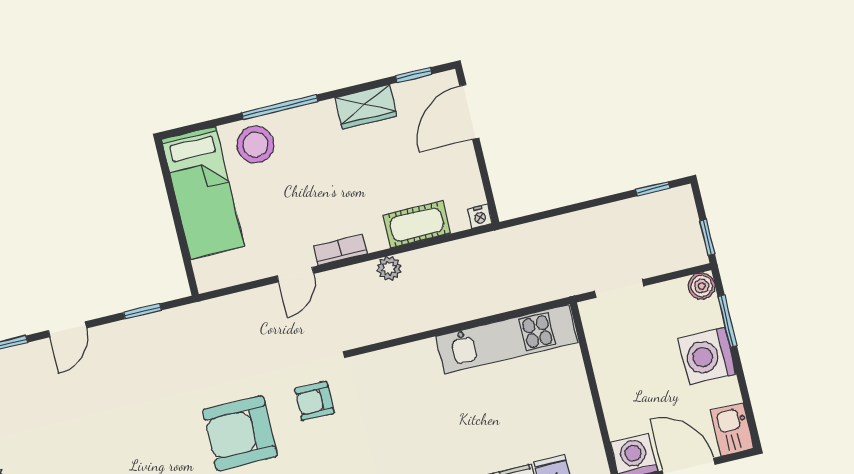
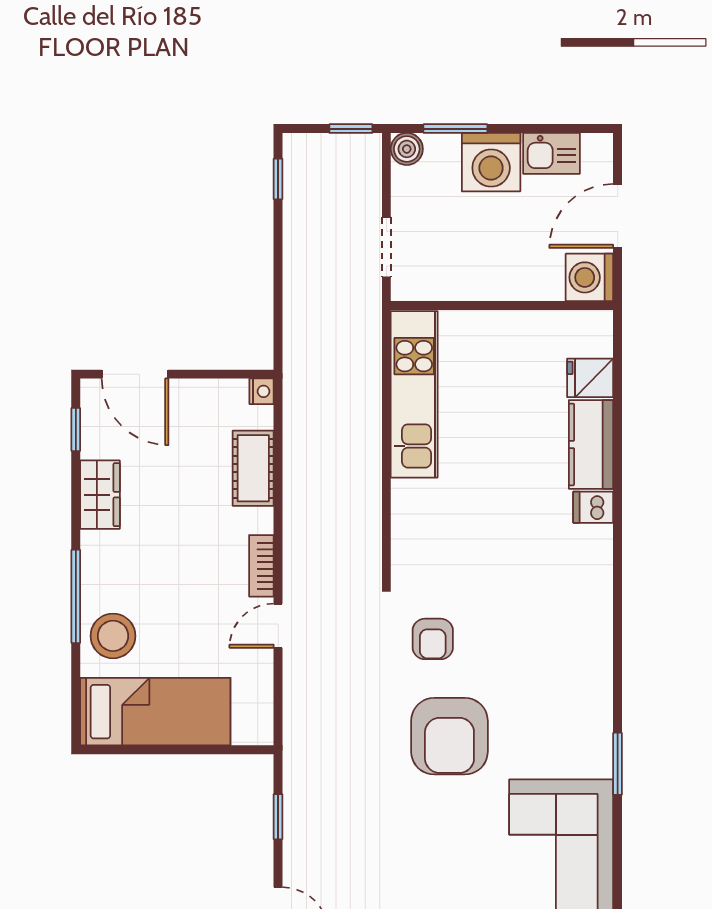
plant: (389, 268) -> (297, 513), removed
door: (295, 275) -> (278, 626), swing flipped
kitchen sink: (732, 429) -> (551, 153), moved

